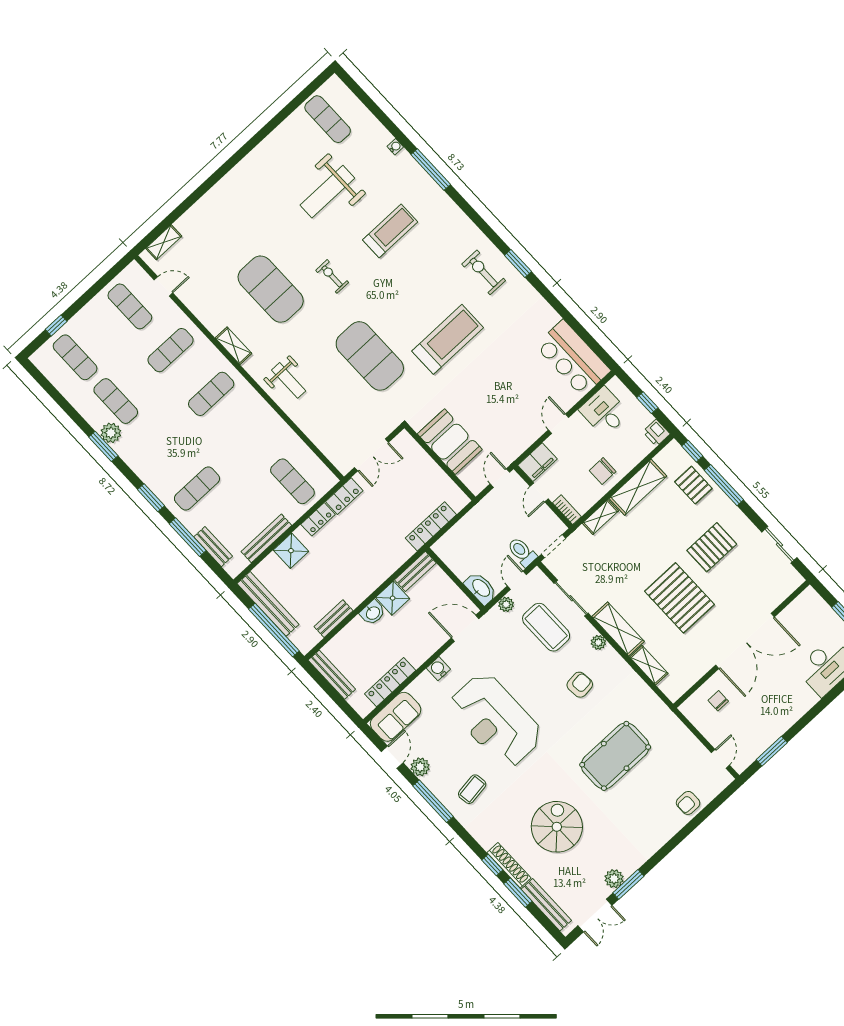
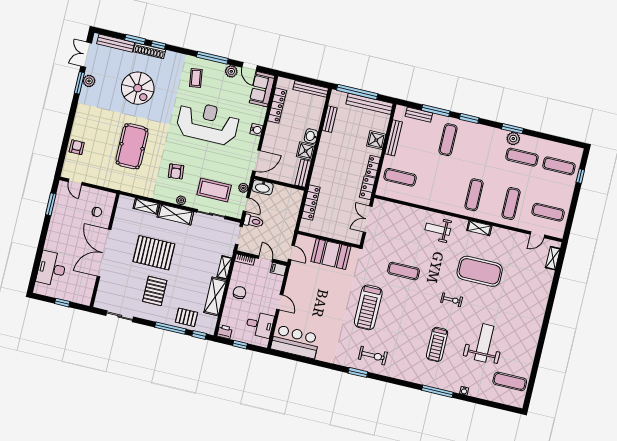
exercise mat: (370, 356) -> (404, 271), width x0.50, depth x0.69
filing cabinet: (537, 462) -> (278, 269), width x0.50

